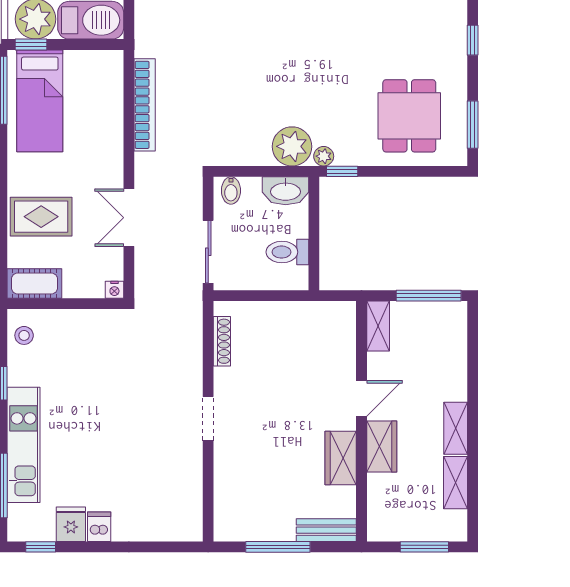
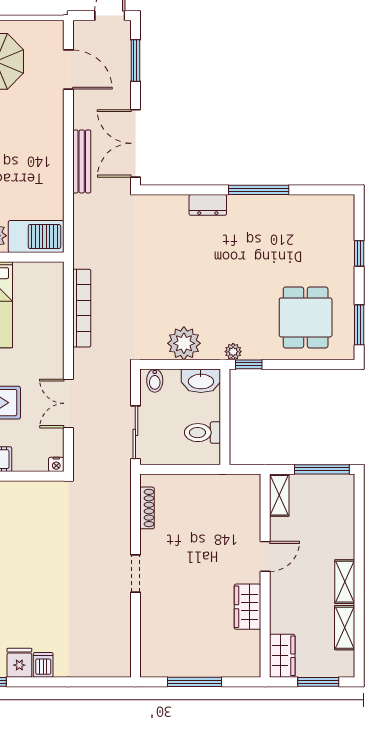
plant: (292, 146) -> (184, 343), moved
wardrobe: (382, 446) -> (282, 656), moved
bench: (326, 530) -> (235, 668), removed

